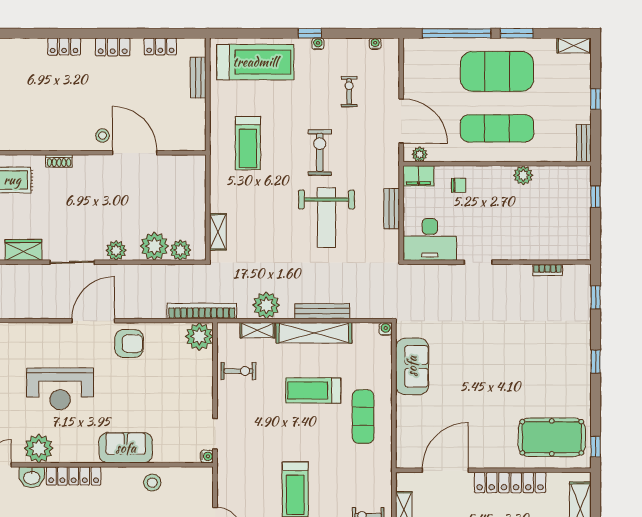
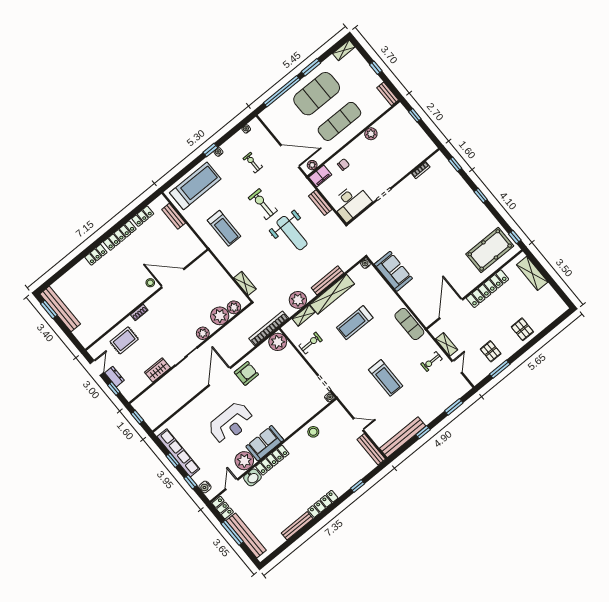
locker: (113, 47) -> (120, 236), width x1.53
exercise mat: (363, 417) -> (409, 324), moved
sofa: (126, 448) -> (265, 443), moved

